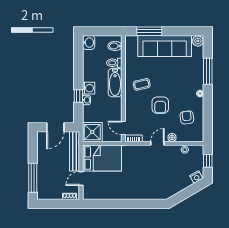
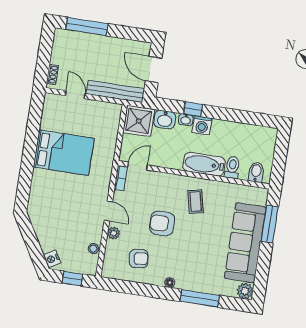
washbasin: (89, 42) -> (165, 120), moved
bed: (102, 158) -> (64, 153), moved, turned -90

